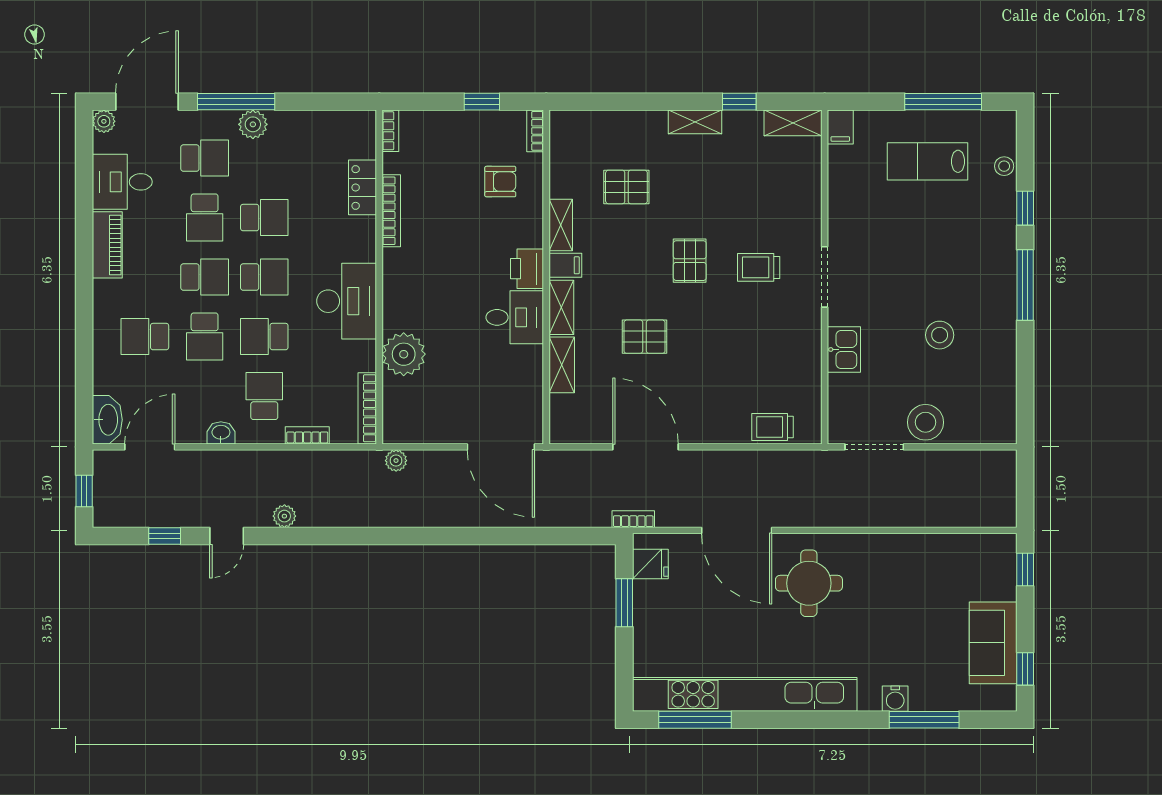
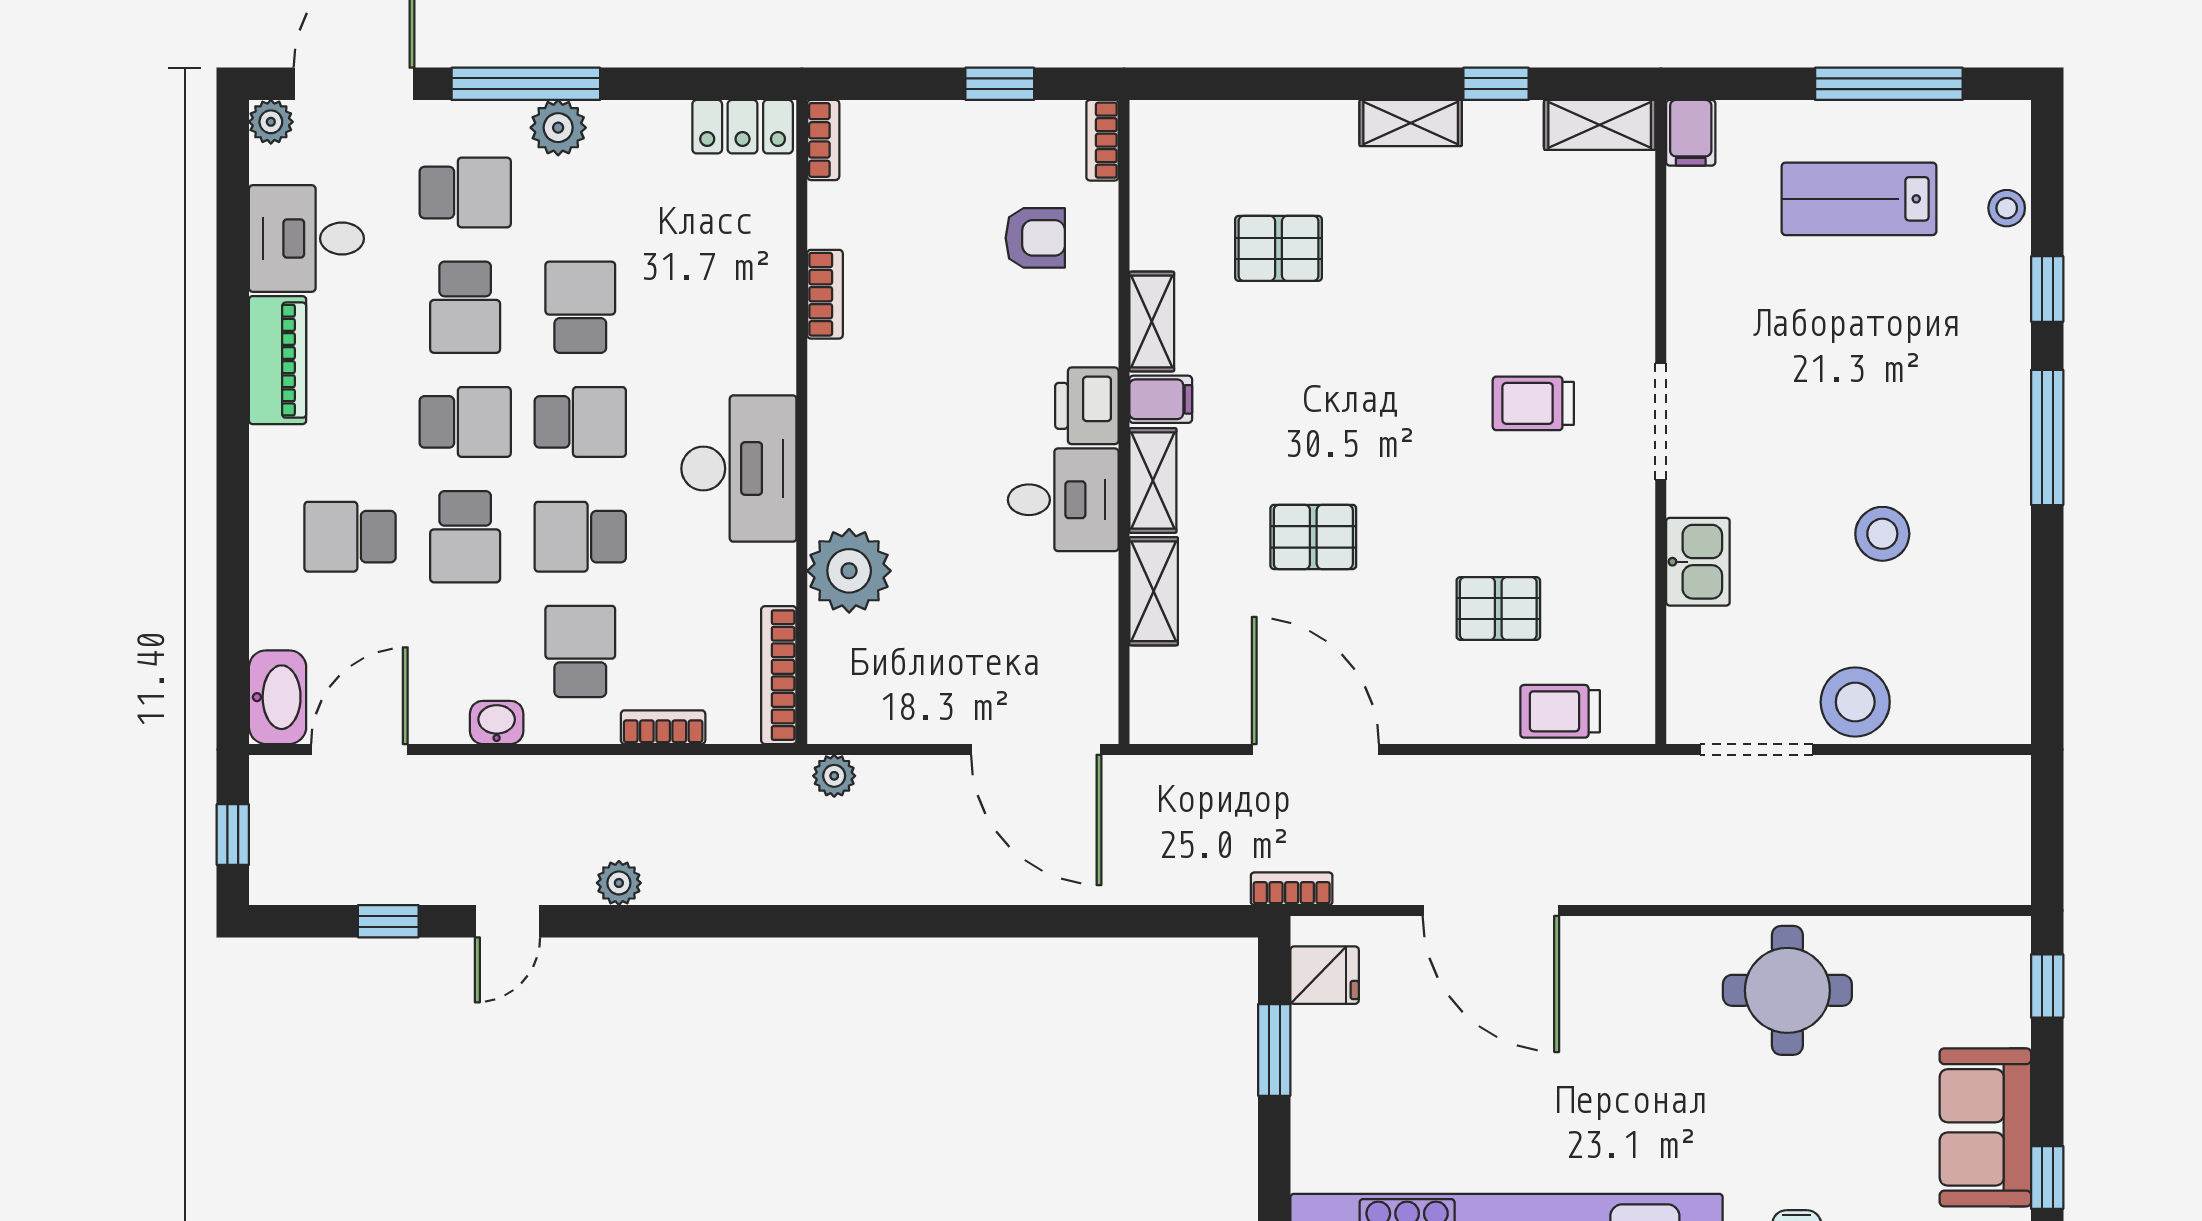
locker: (363, 187) -> (743, 127), moved, turned -90
bookcase: (391, 211) -> (825, 294), width x0.64
school desk: (264, 218) -> (580, 307), turned -90
pallet: (690, 261) -> (1498, 609), moved, turned 90
round table: (809, 583) -> (1787, 990), moved

